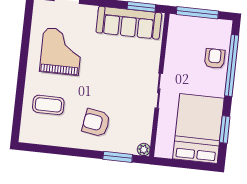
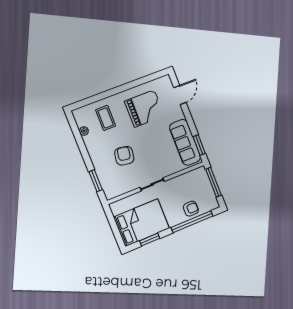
armchair: (96, 123) -> (124, 156), moved
plant: (144, 149) -> (84, 131), moved

